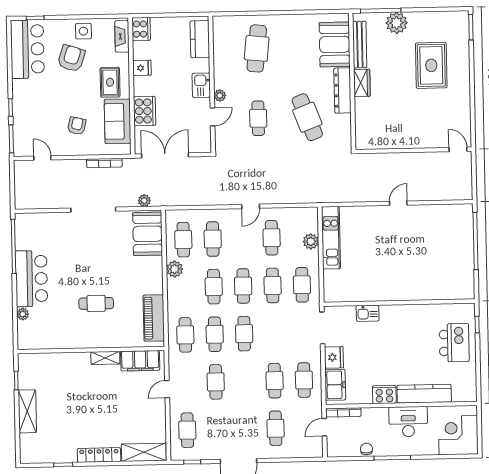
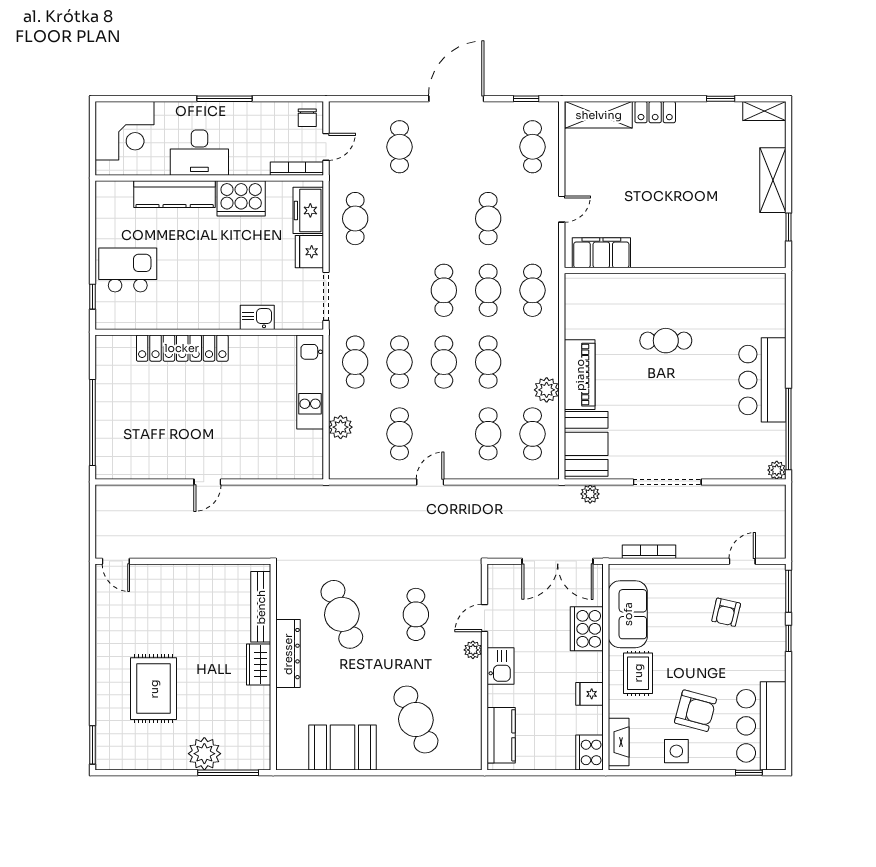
booth: (335, 44) -> (343, 747), moved, turned 90
bench: (360, 45) -> (261, 607), moved
cafe table: (257, 48) -> (416, 719), turned -30
armchair: (71, 58) -> (695, 711), turned -93
armchair: (77, 126) -> (726, 612), moved
door: (42, 158) -> (742, 561), swing flipped
kitchen unit: (331, 238) -> (310, 382), moved
locker: (417, 292) -> (182, 348), added
plant: (23, 314) -> (777, 470), moved
piano: (154, 318) -> (580, 375), moved
kitchen island: (454, 343) -> (128, 270), turned 90
shelving: (105, 358) -> (764, 111), moved
cafe table: (275, 381) -> (400, 219), removed
cooker: (384, 395) -> (241, 198), width x1.37, depth x1.31
chair: (366, 449) -> (307, 118), moved
locker: (99, 455) -> (655, 112), width x0.66

